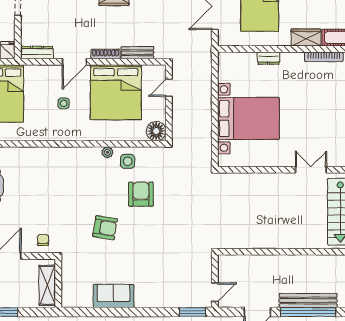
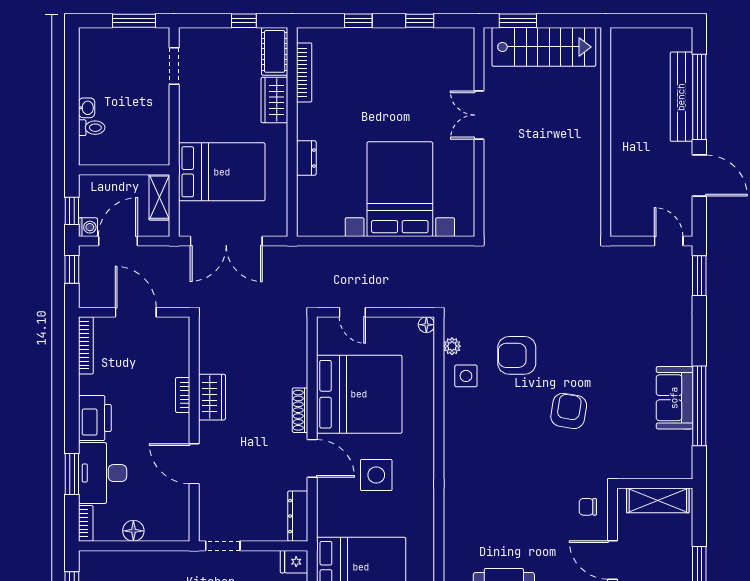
bench: (137, 53) -> (298, 361), removed
side table: (64, 103) -> (376, 475), width x1.87, depth x1.87
floor lamp: (156, 131) -> (426, 325), width x0.53, depth x0.53
plant: (107, 152) -> (452, 346), moved
double door: (311, 170) -> (479, 115), moved
window: (108, 312) -> (699, 406), added

